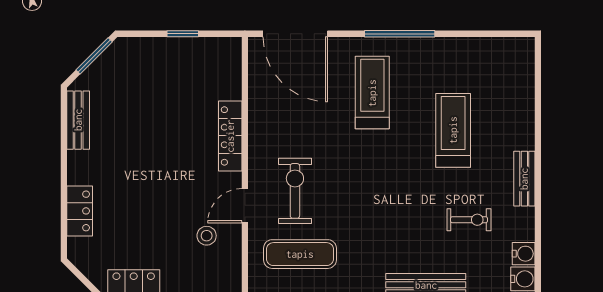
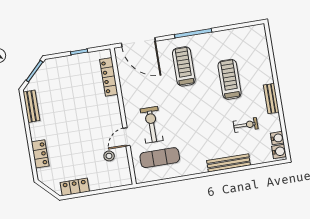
locker: (230, 136) -> (109, 77), moved

